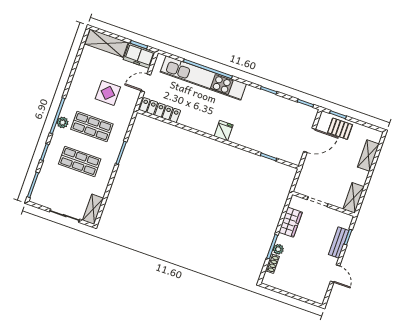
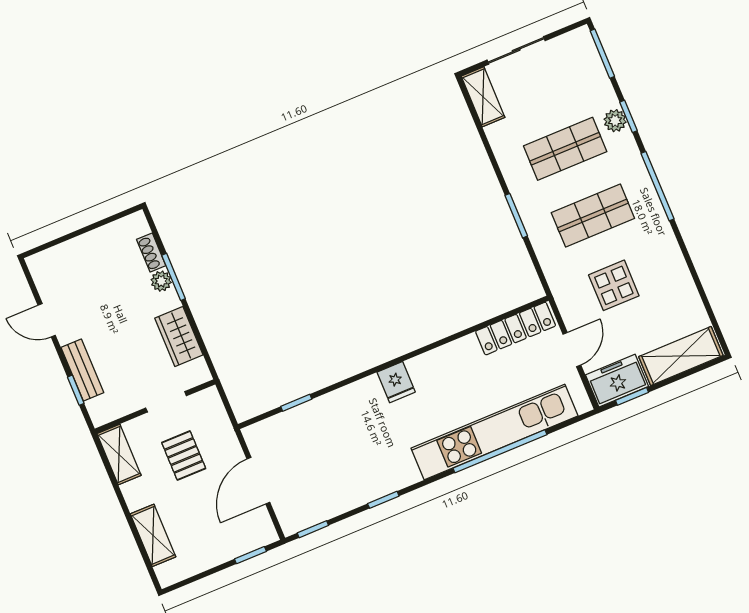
plant: (63, 122) -> (615, 121), moved
pallet: (340, 129) -> (184, 455), moved, turned 90

